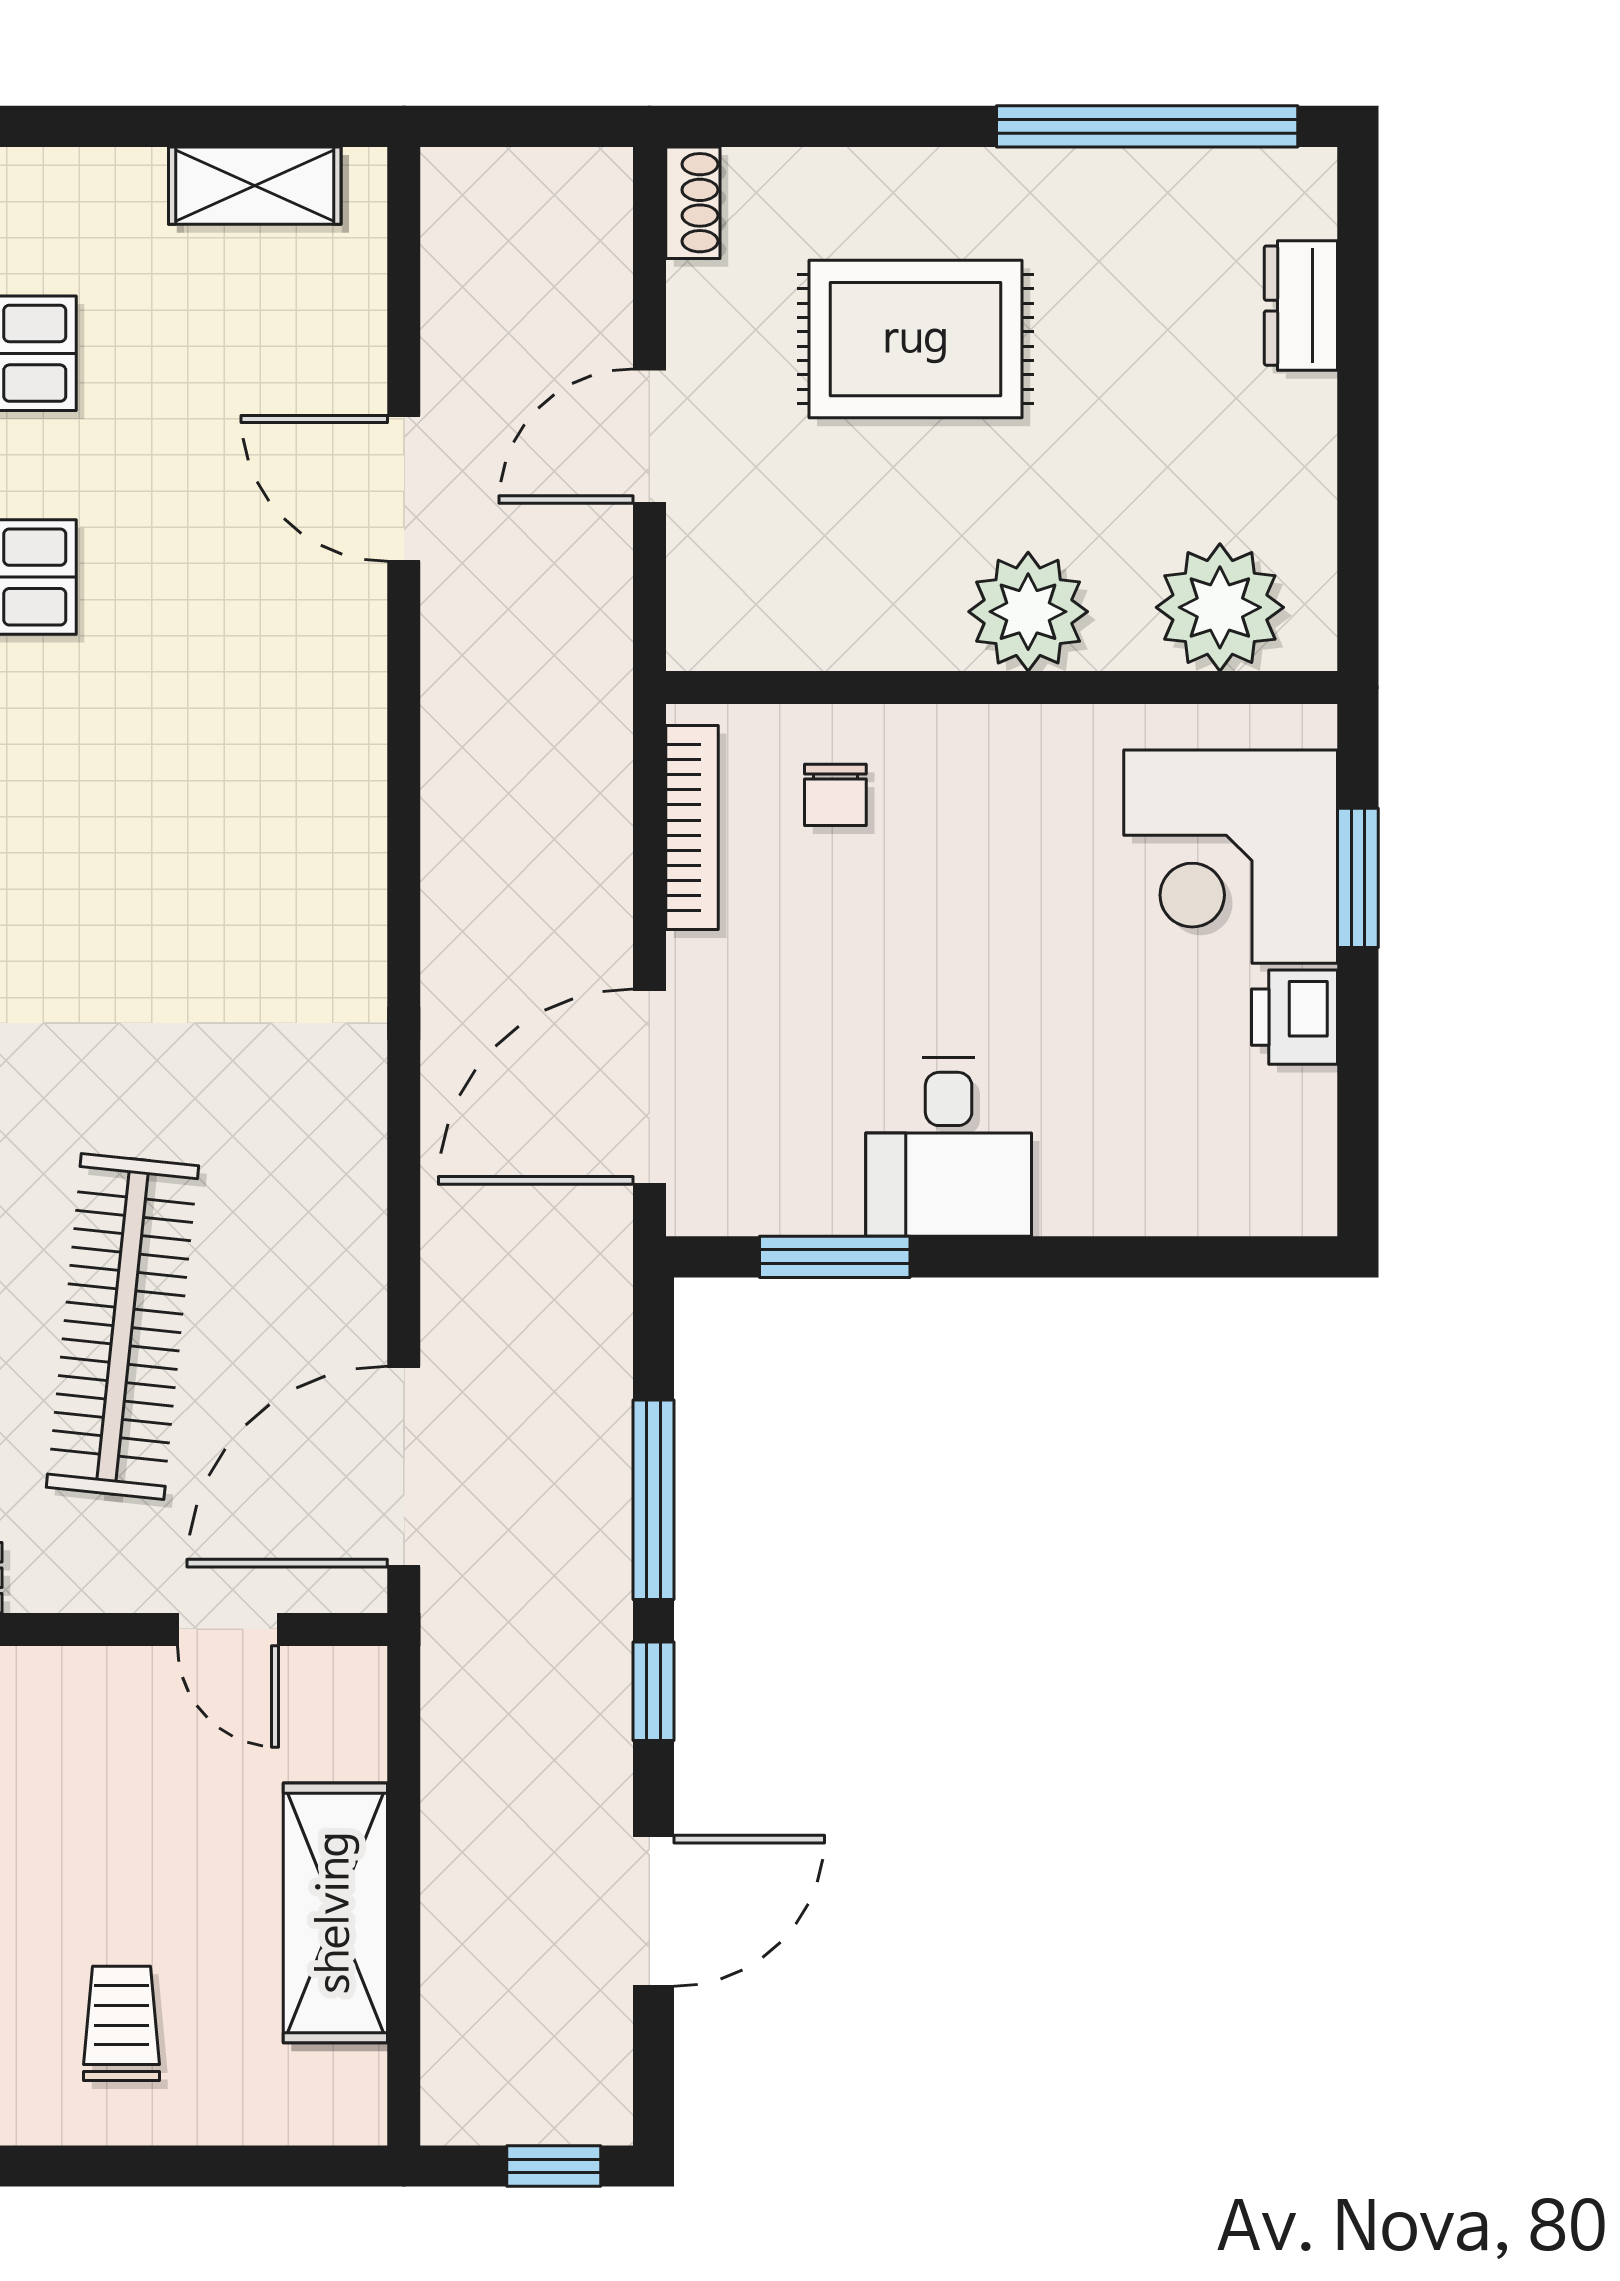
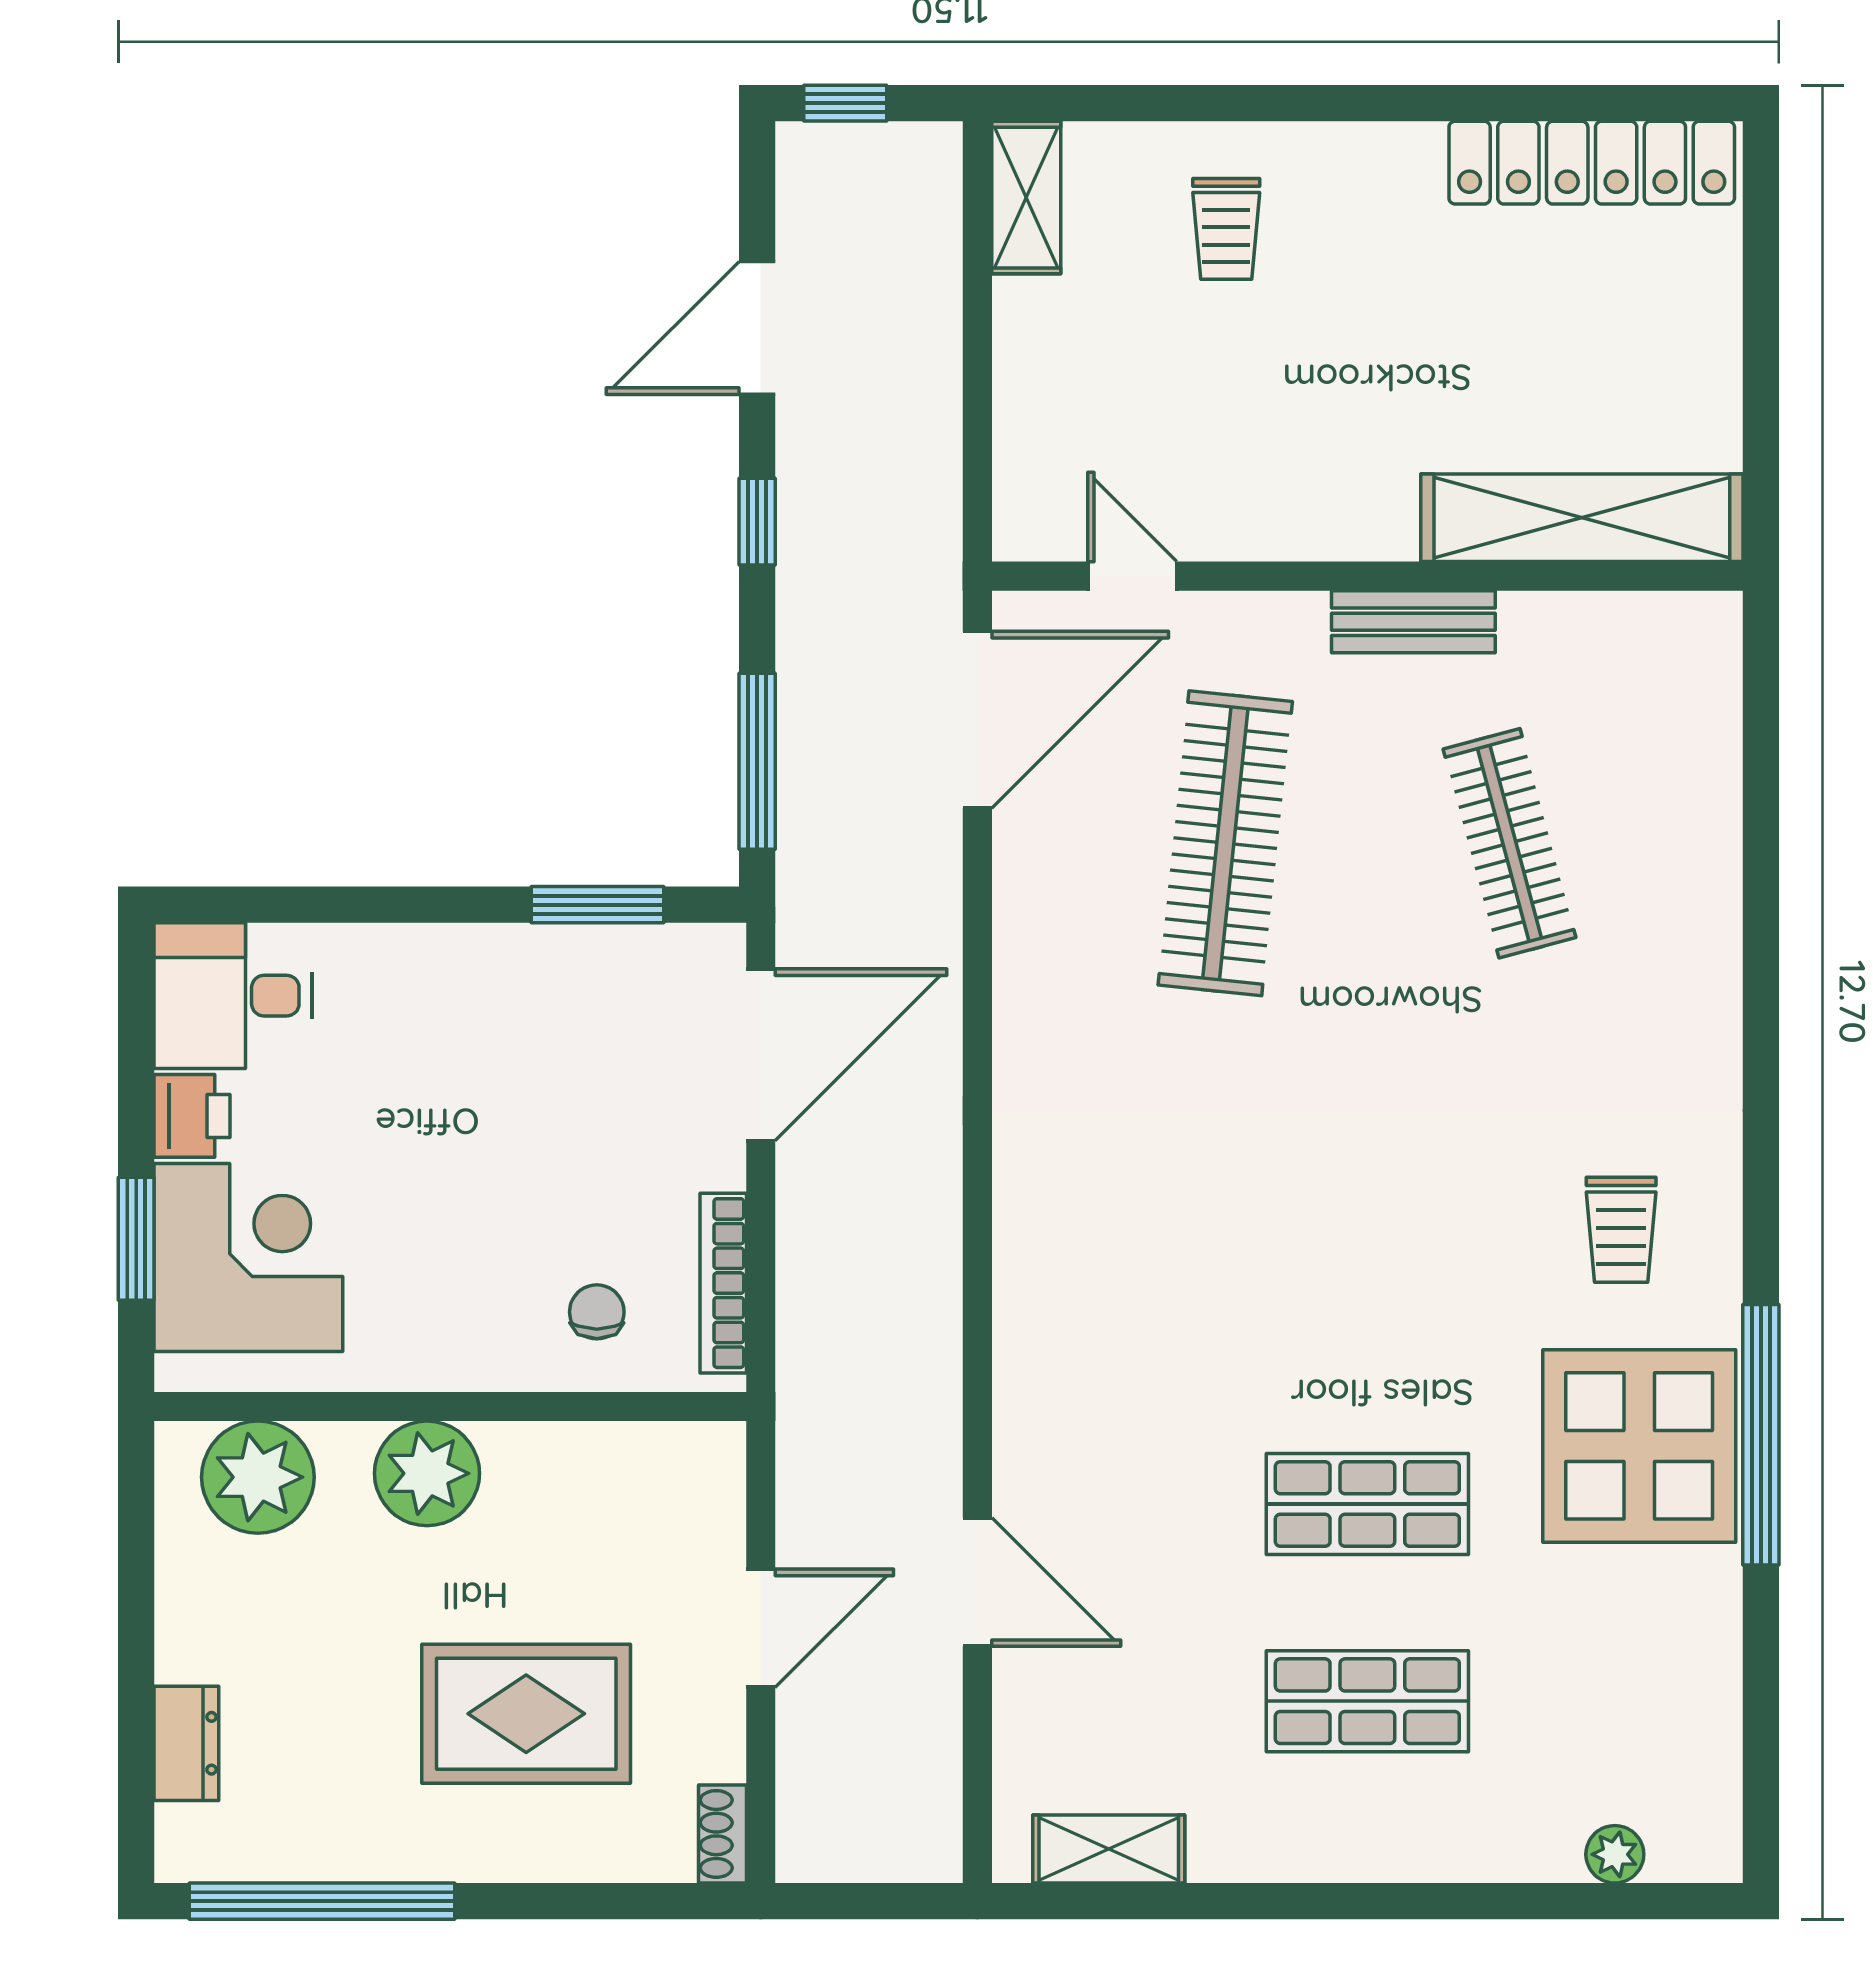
desk: (949, 1147) -> (233, 996), moved, turned -90
window: (654, 1500) -> (757, 761), moved
shelving: (335, 1913) -> (1026, 198), moved, width x0.67, depth x0.75

